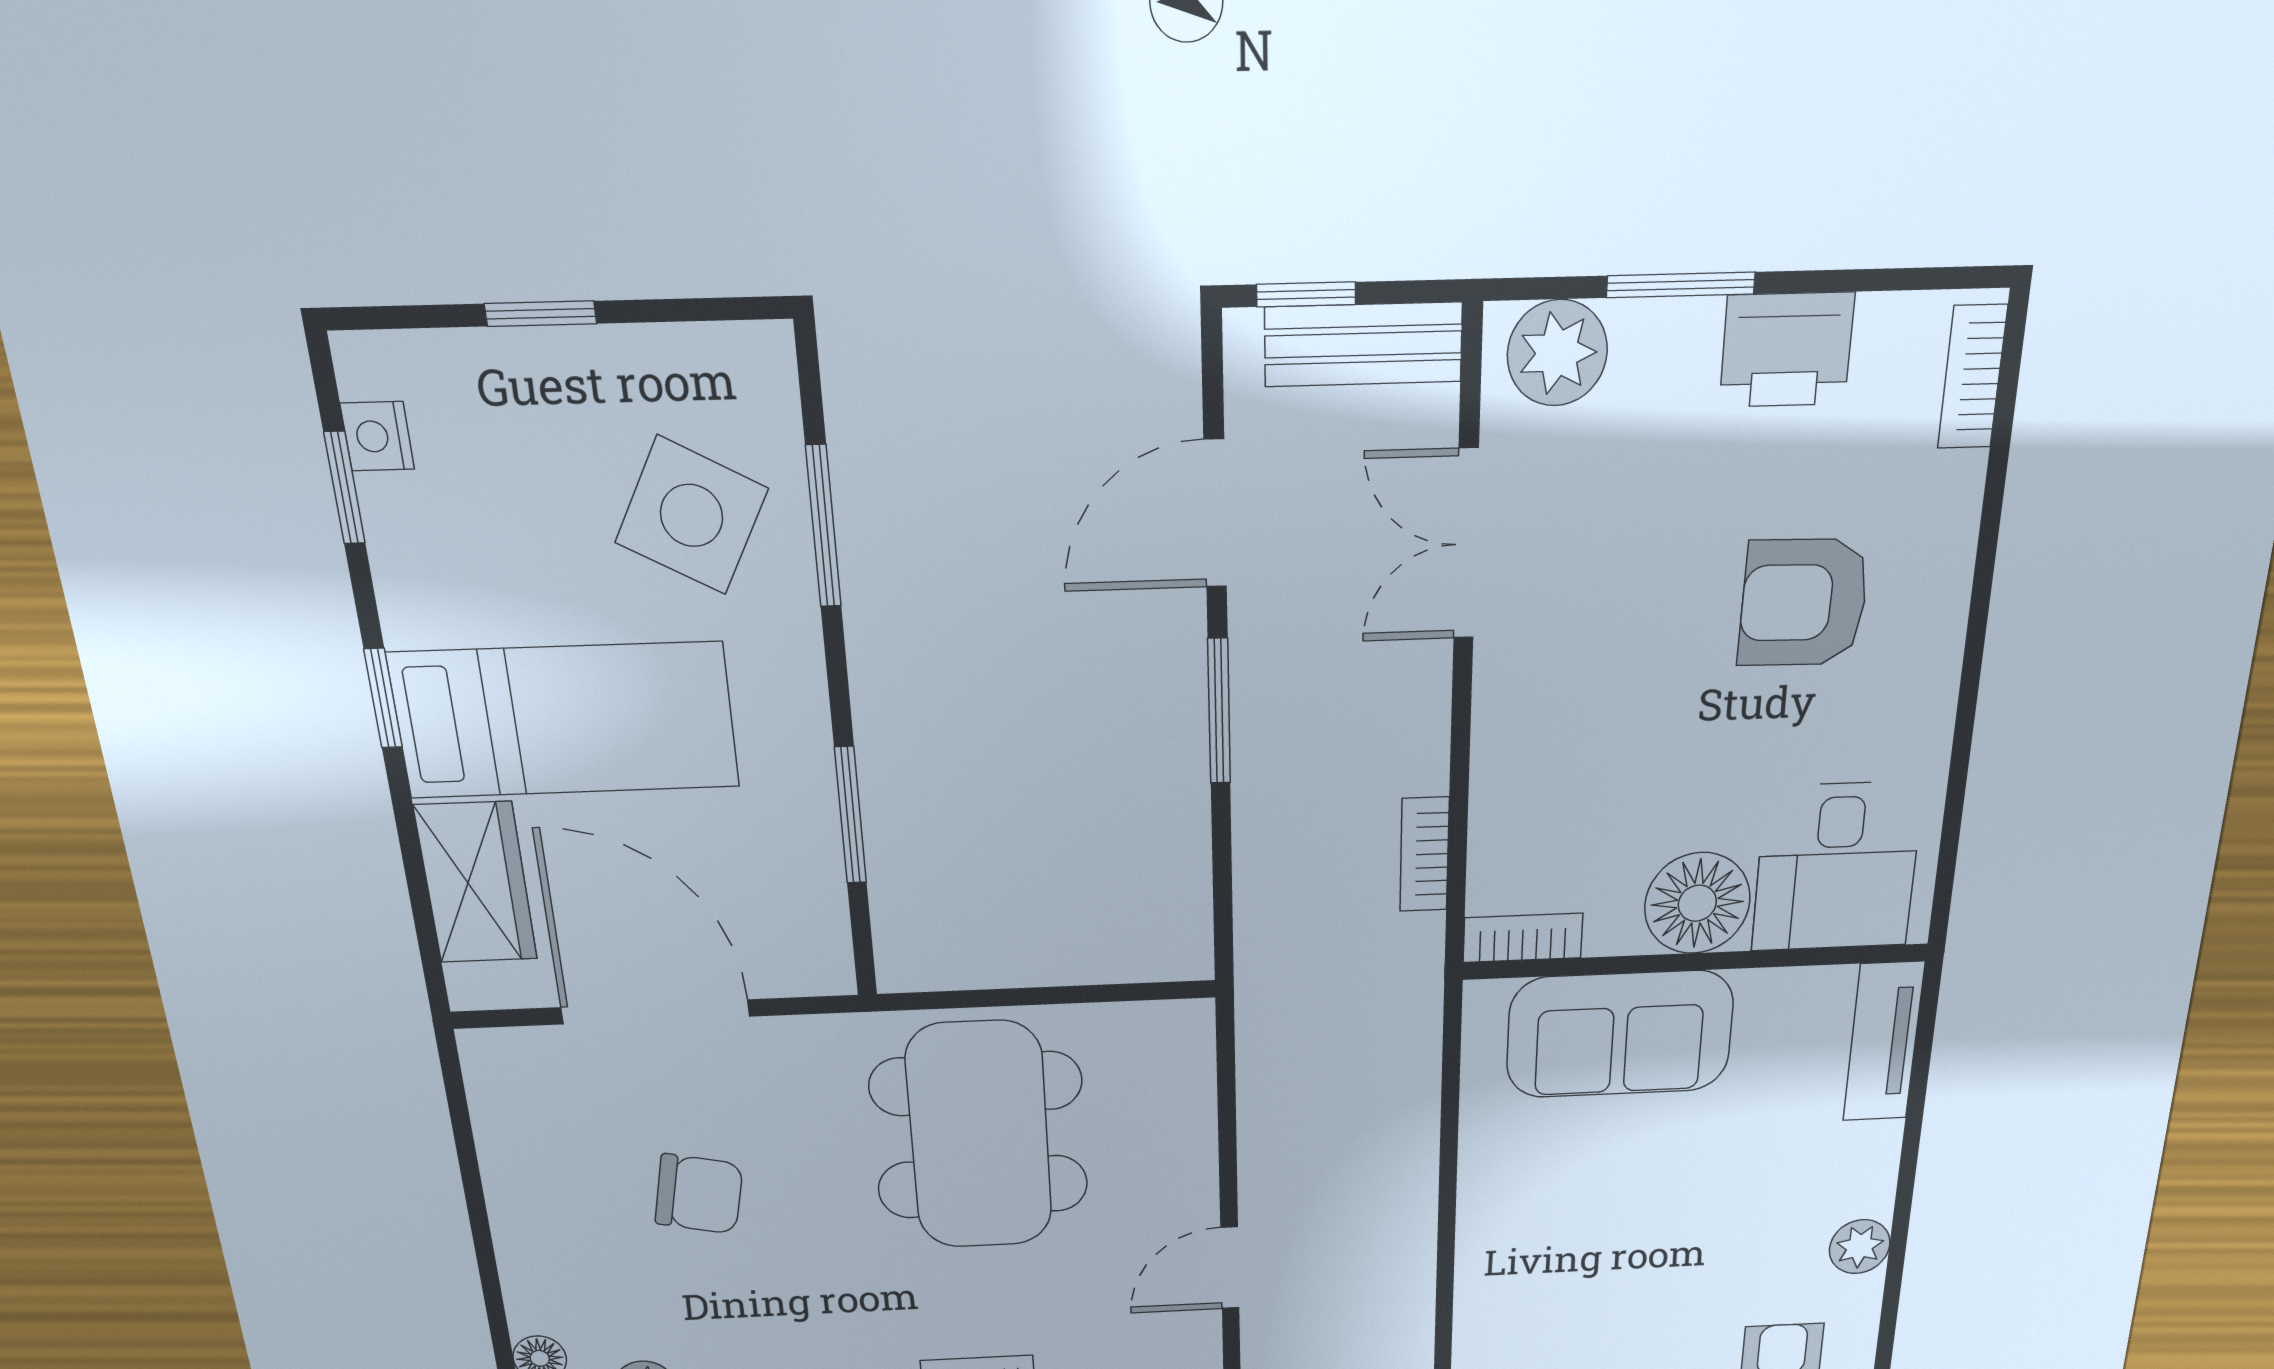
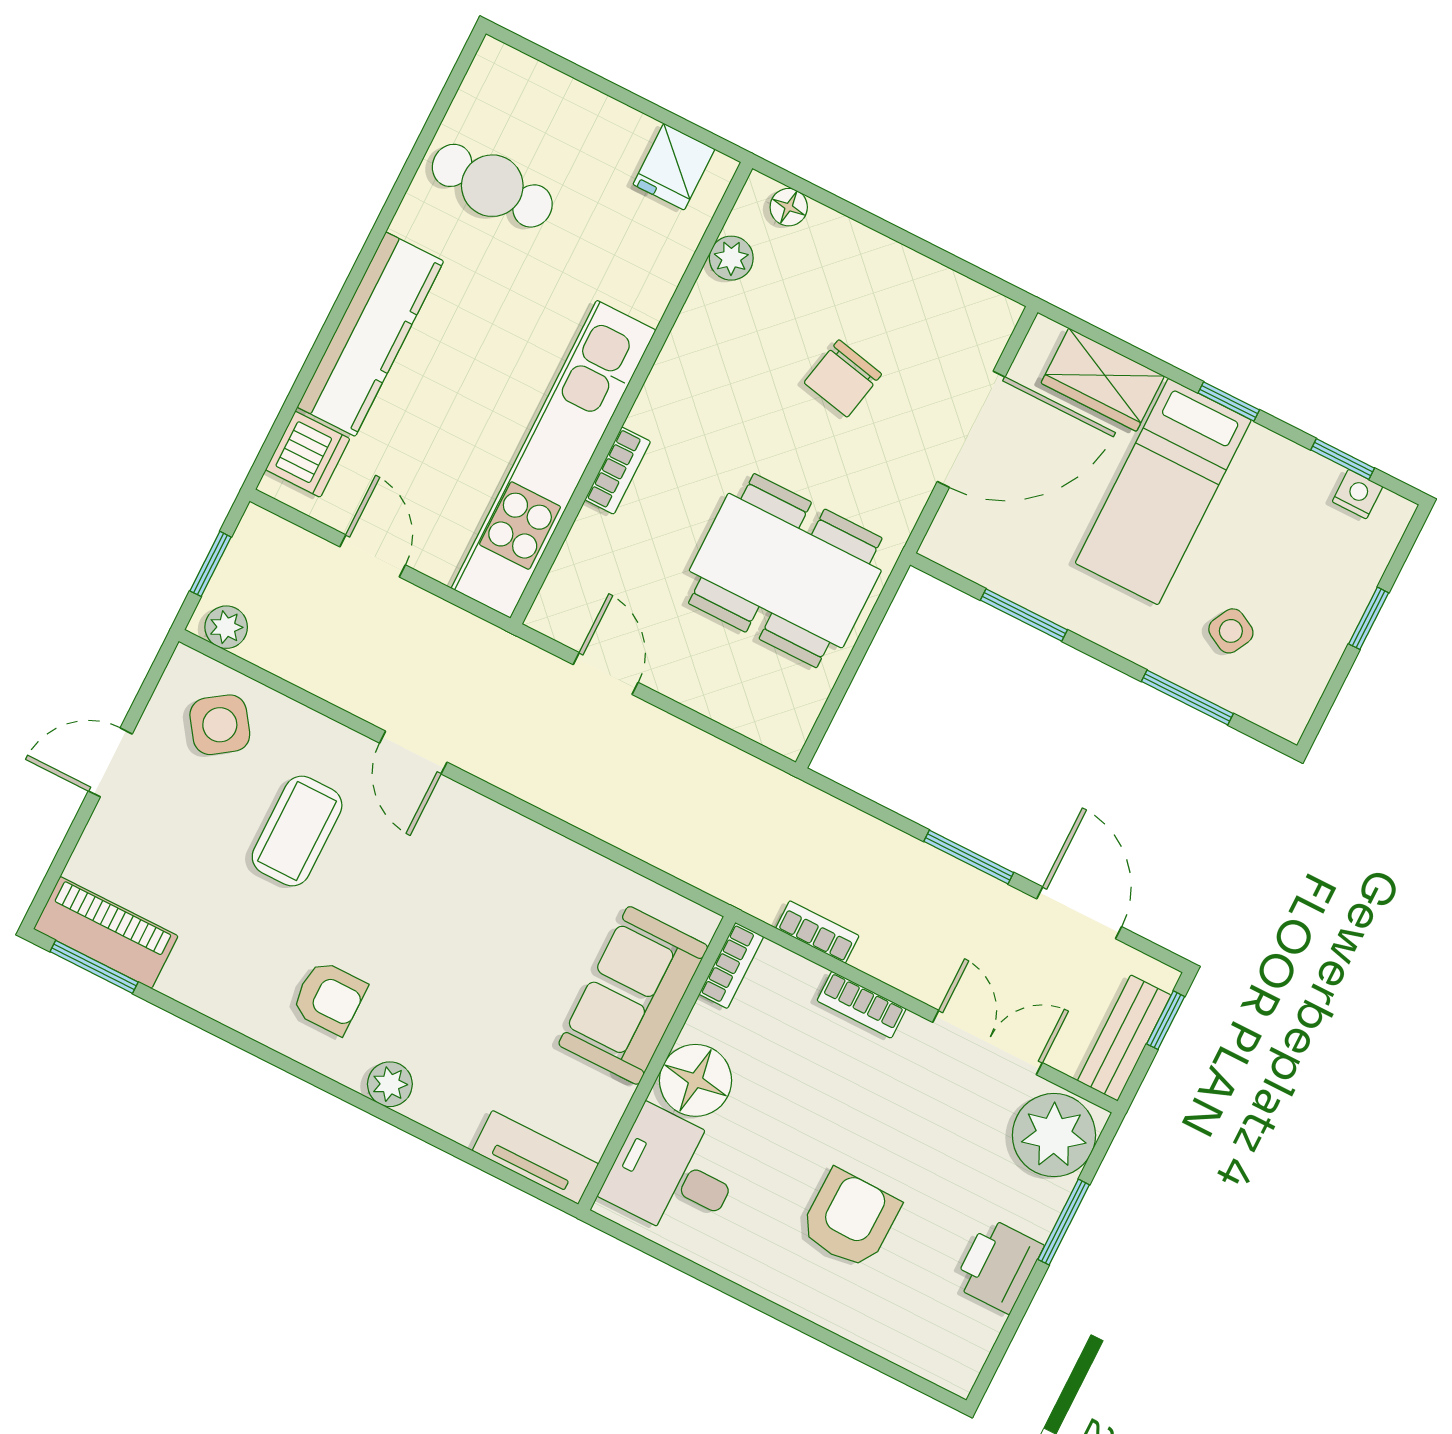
plant: (1557, 353) -> (1054, 1135), width x1.36, depth x1.36
bookcase: (1972, 377) -> (862, 1005), moved, turned 180
side table: (692, 515) -> (1231, 631), width x0.54, depth x0.54

